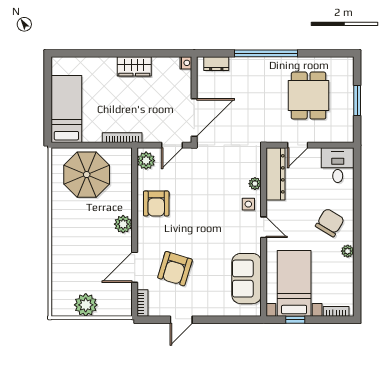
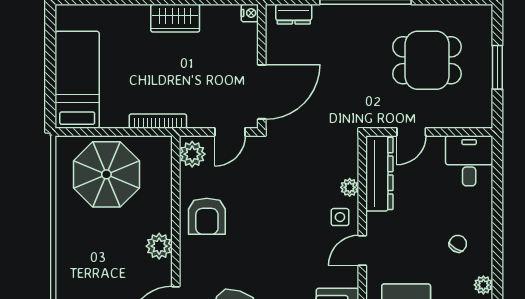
dining table: (309, 96) -> (427, 60), turned 90
chair: (330, 223) -> (458, 244), width x0.54, depth x0.54
door: (264, 227) -> (362, 250), swing flipped

